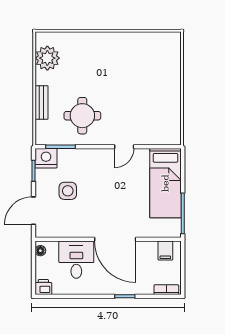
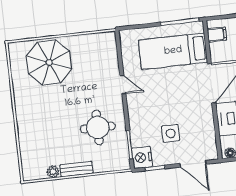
plant: (47, 58) -> (53, 172), width x0.53, depth x0.53
parasol: (156, 73) -> (49, 62), added
bench: (42, 102) -> (76, 169), moved
bed: (165, 183) -> (173, 51), moved, turned 180

